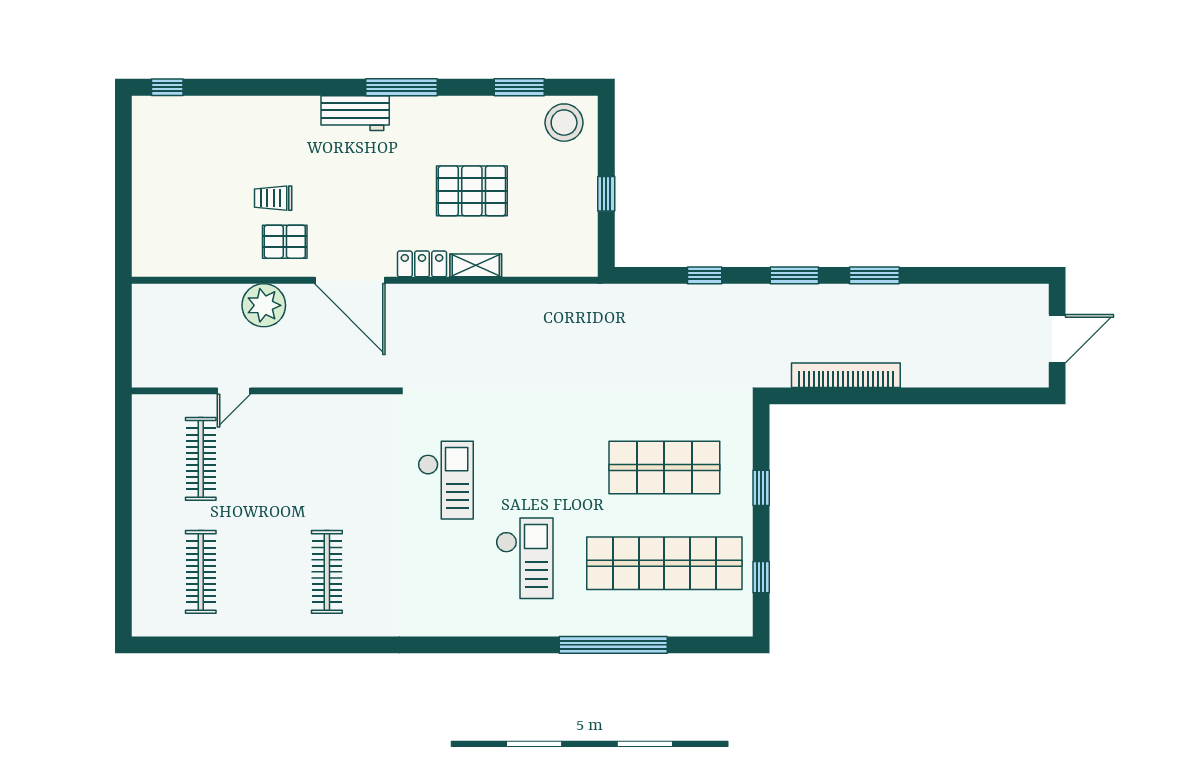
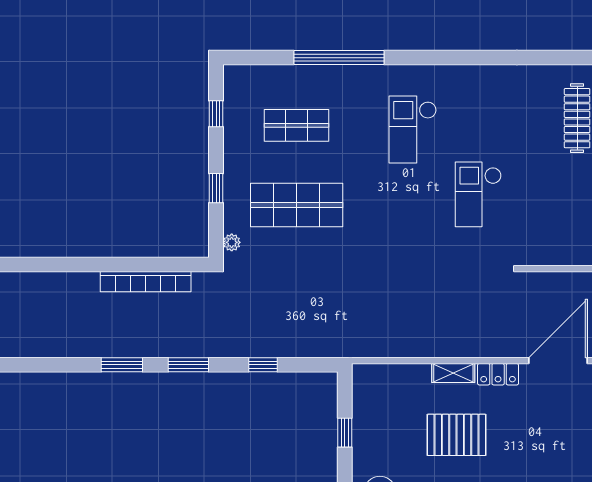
door: (350, 280) -> (558, 361), hinge flipped
plant: (742, 422) -> (232, 242), added
shop shelf: (664, 563) -> (297, 125), width x0.50, depth x0.74

